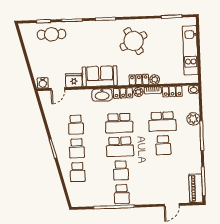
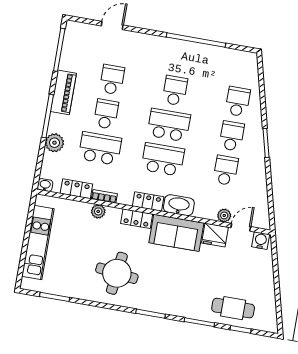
round table: (134, 41) -> (117, 273), turned 35
locker: (139, 80) -> (137, 219), moved
plant: (138, 92) -> (224, 215), moved
piano: (196, 188) -> (63, 92), moved
school desk: (122, 194) -> (112, 80), moved

